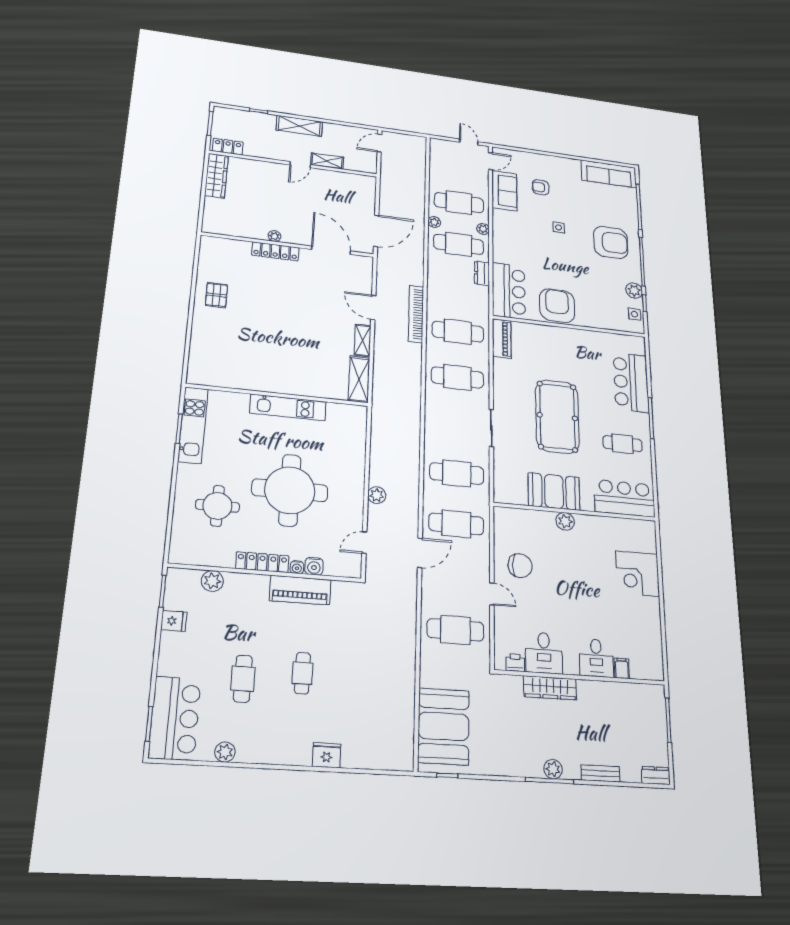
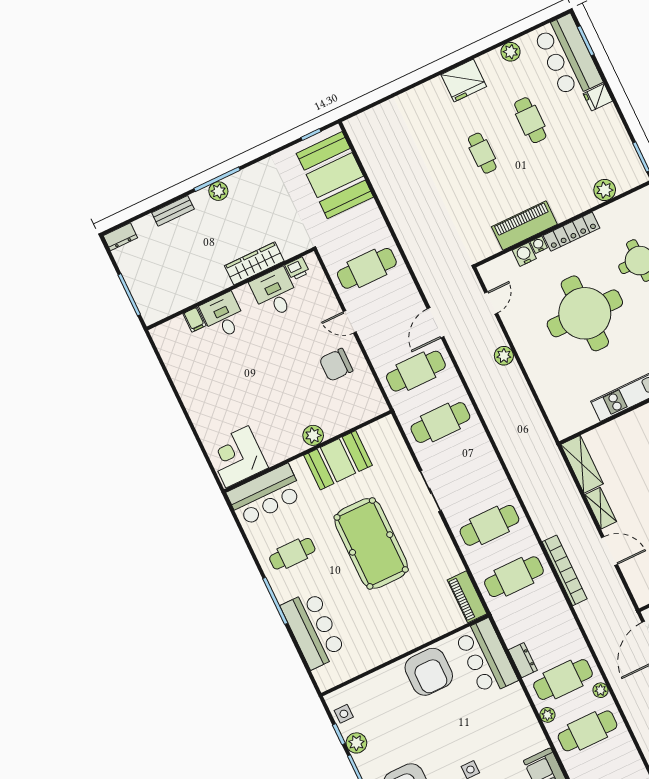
corner desk: (638, 574) -> (237, 457), moved, turned -90
fridge: (174, 621) -> (598, 97), moved
fridge: (327, 755) -> (464, 81), moved, width x1.36, depth x1.34

